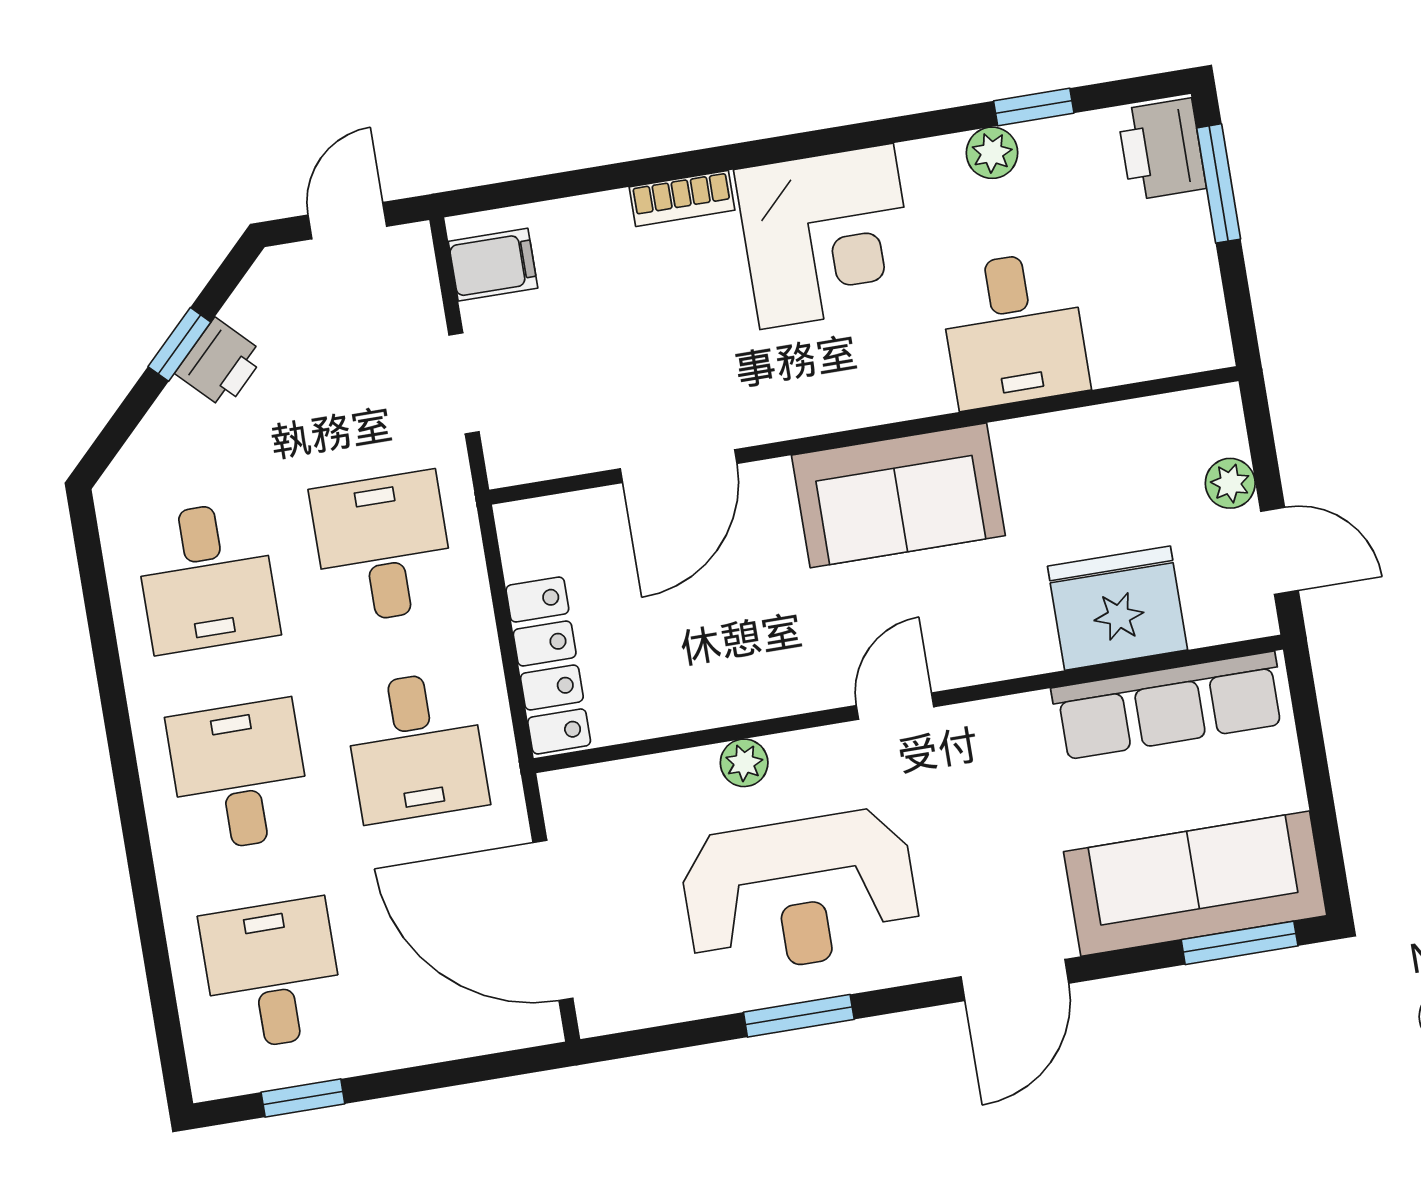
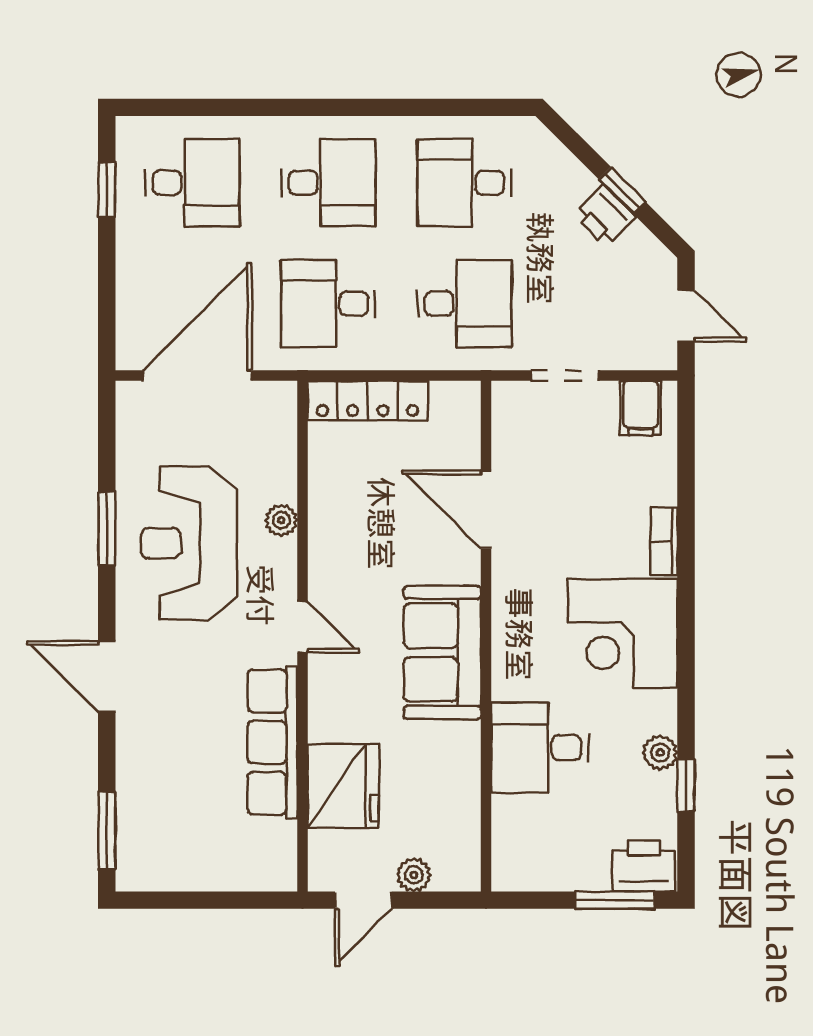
row of seats: (1169, 706) -> (272, 742), moved
sofa: (1195, 884) -> (151, 807), removed

